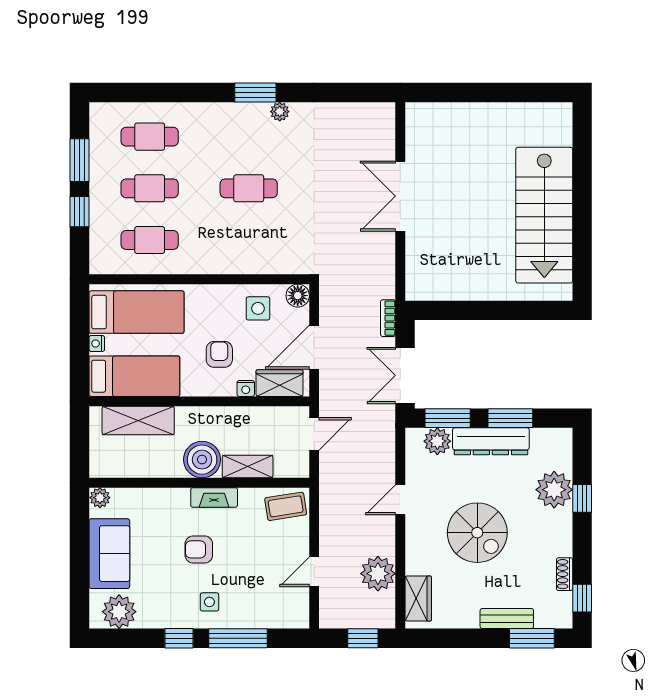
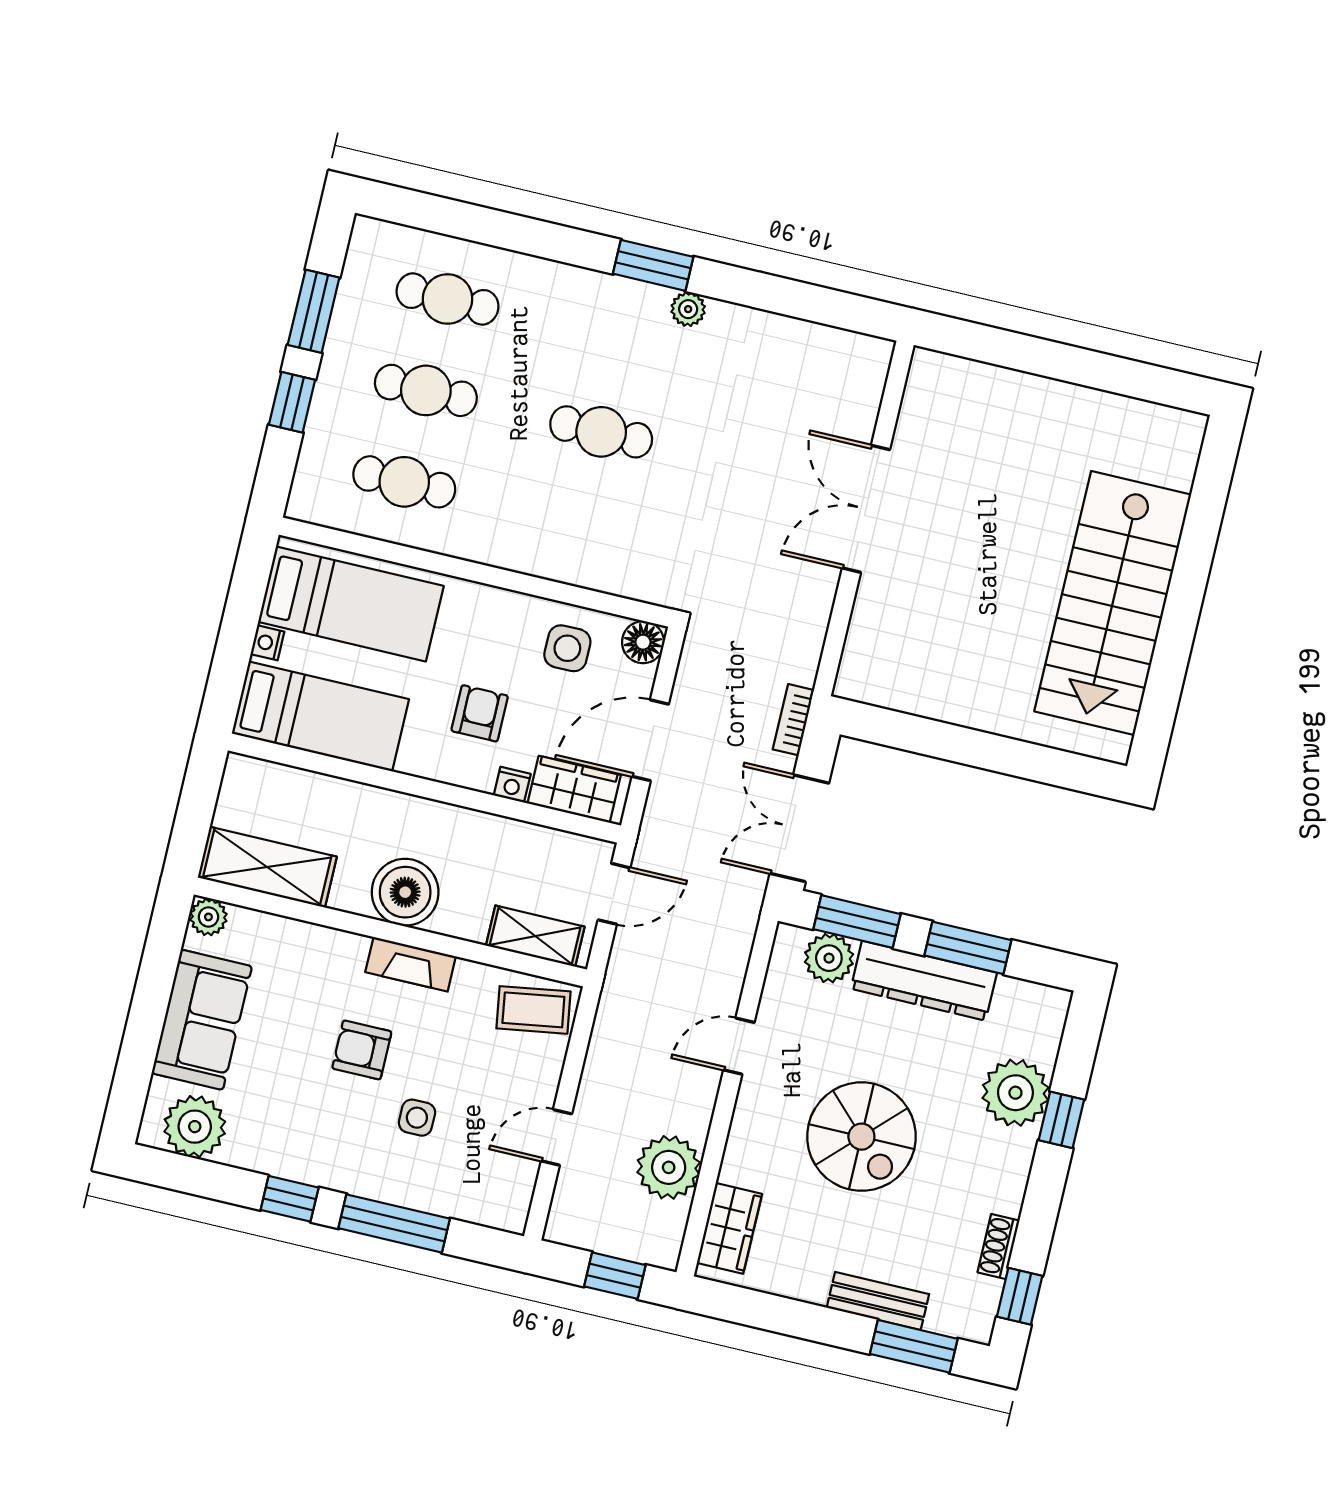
shelving: (138, 421) -> (267, 867), moved
shelving: (248, 467) -> (535, 936), moved
side table: (209, 602) -> (417, 1118), moved

